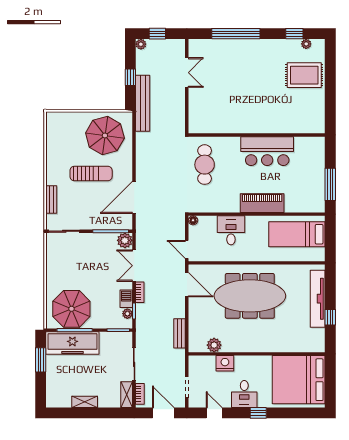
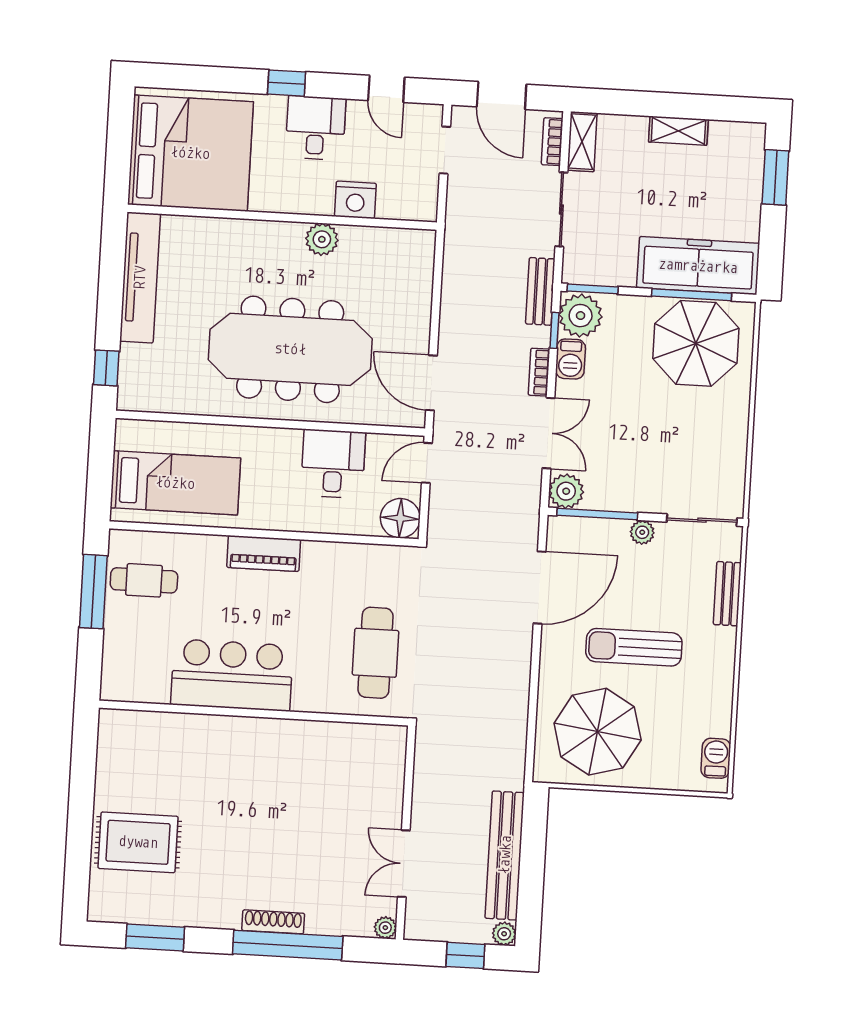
window: (294, 34) -> (155, 938), width x1.50
shoe rack: (243, 44) -> (273, 922), added
plant: (306, 44) -> (385, 928), moved
window: (130, 77) -> (532, 860), removed
bench: (143, 103) -> (505, 855), moved
barbecue: (52, 127) -> (716, 758), added
cafe table: (308, 191) -> (144, 580), added
piano: (262, 203) -> (264, 553), width x0.73, depth x0.75
floor lamp: (193, 220) -> (400, 518), width x1.89, depth x1.89
plant: (90, 224) -> (642, 532), added
desk: (231, 230) -> (333, 464), moved, turned 180
door: (187, 249) -> (427, 463), swing flipped
tv unit: (318, 299) -> (140, 278), moved
plant: (127, 314) -> (581, 316), width x1.88, depth x1.88
window: (330, 317) -> (106, 368), moved
bench: (180, 333) -> (540, 291), moved
plant: (214, 345) -> (322, 239), moved
window: (41, 360) -> (775, 177), moved

